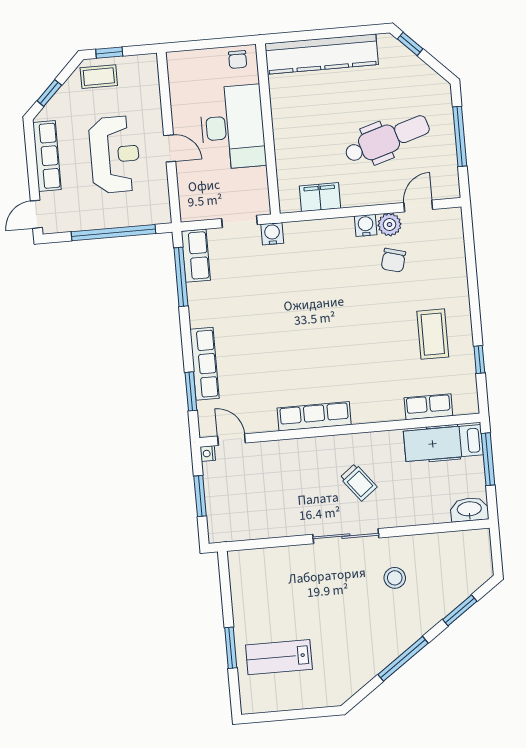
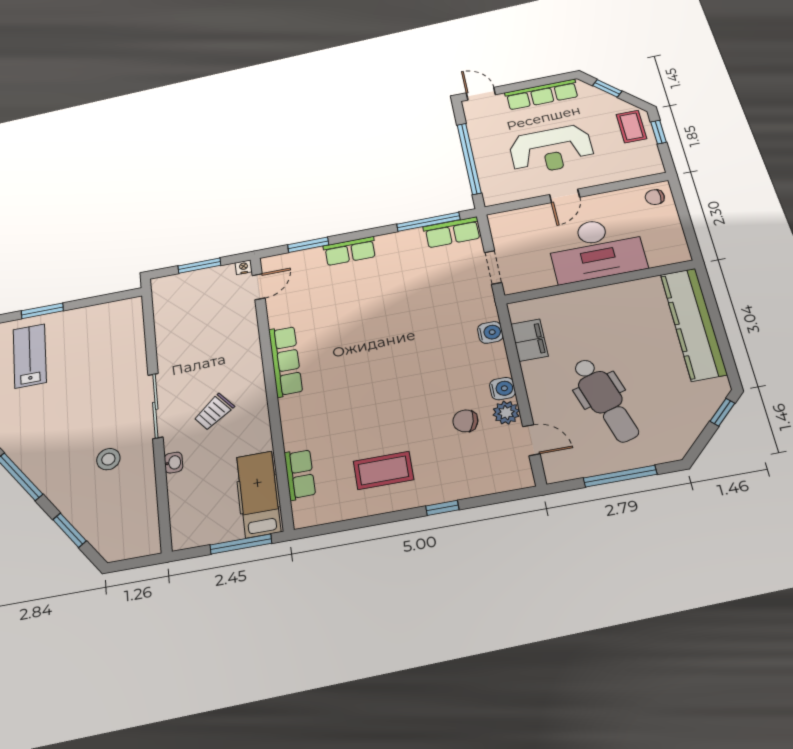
chair: (238, 60) -> (655, 197), moved
water cooler: (272, 234) -> (490, 332), moved
window: (479, 359) -> (442, 508), moved
row of seats: (204, 364) -> (350, 251), width x0.68
washbasin: (469, 509) -> (173, 463), moved, width x0.52, depth x0.69

